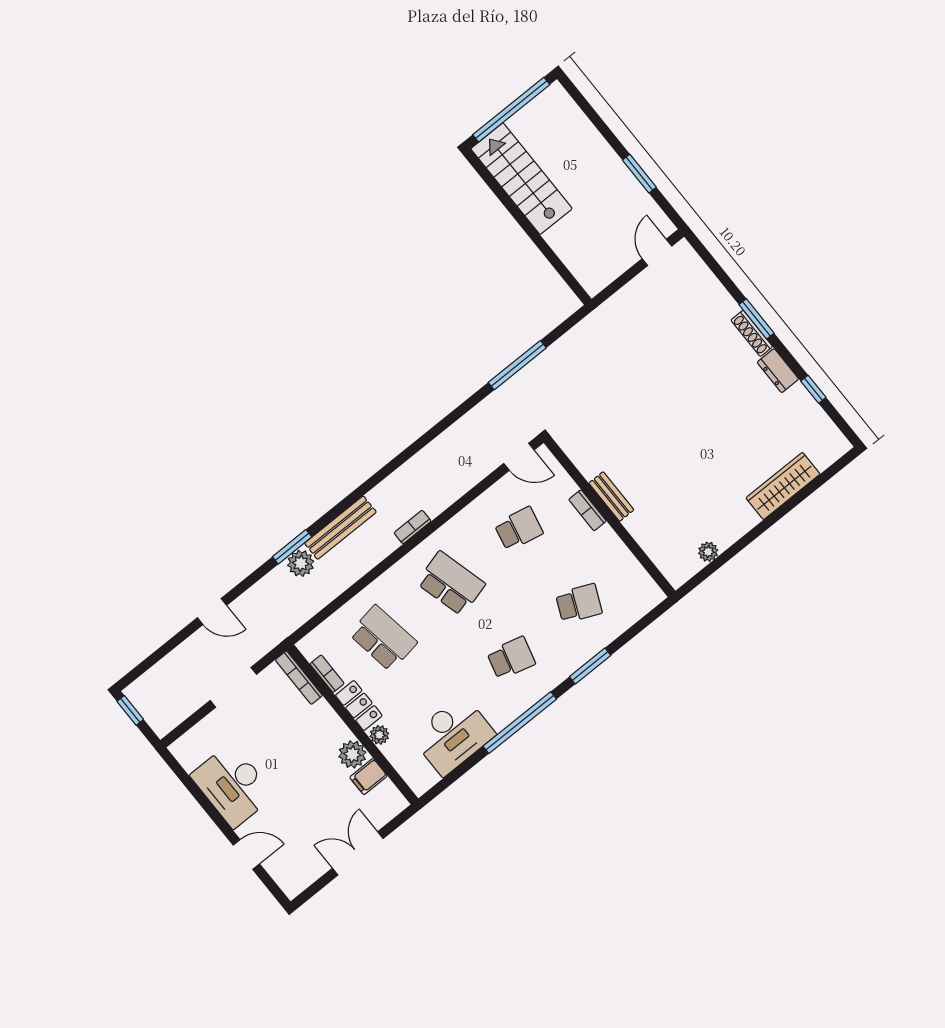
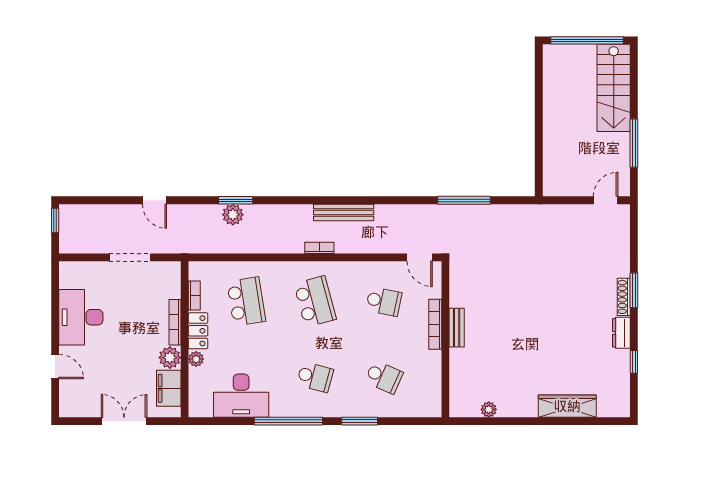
window: (639, 174) -> (634, 143), width x1.44
stairs: (522, 179) -> (614, 88), moved, turned 180
bookcase: (587, 510) -> (435, 324), width x1.56
bench: (340, 528) -> (344, 212), moved
bookcase: (299, 678) -> (175, 322), moved
filing cabinet: (368, 777) -> (169, 388), width x2.00

